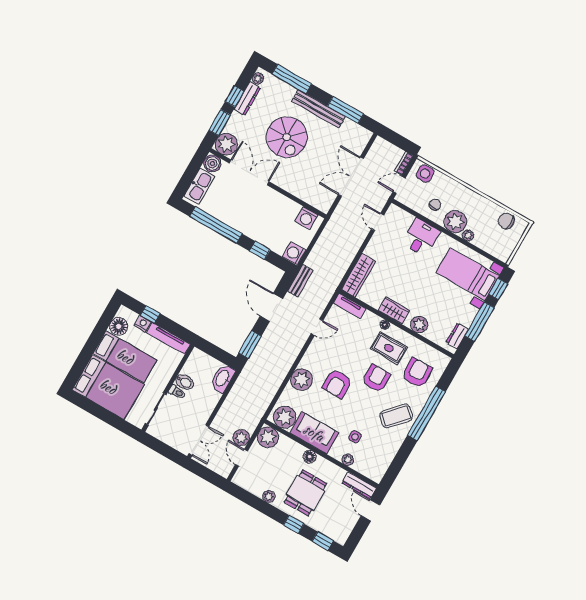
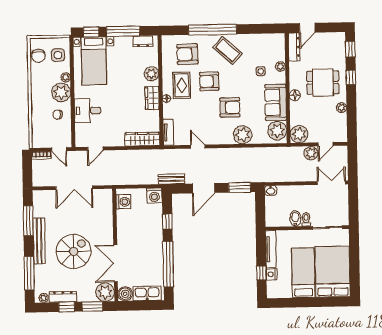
side table: (425, 174) -> (58, 55), moved
floor lamp: (119, 326) -> (284, 290), removed
washbasin: (223, 378) -> (271, 191), width x0.52, depth x0.69

